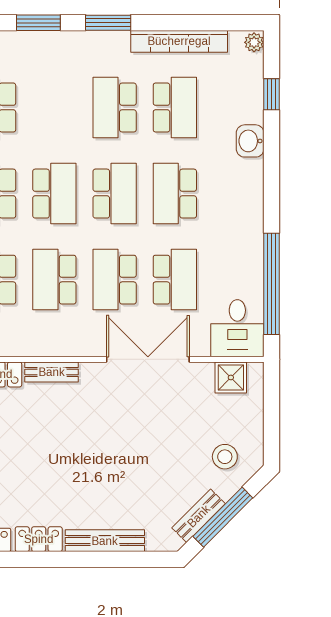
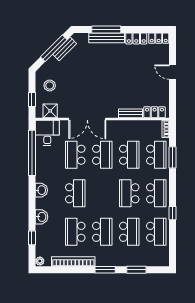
school desk: (115, 194) -> (129, 232), moved, turned 180
washbasin: (250, 201) -> (41, 190), added
window: (271, 403) -> (32, 99), added
stool: (225, 457) -> (50, 85), moved
window: (106, 559) -> (106, 29), added

